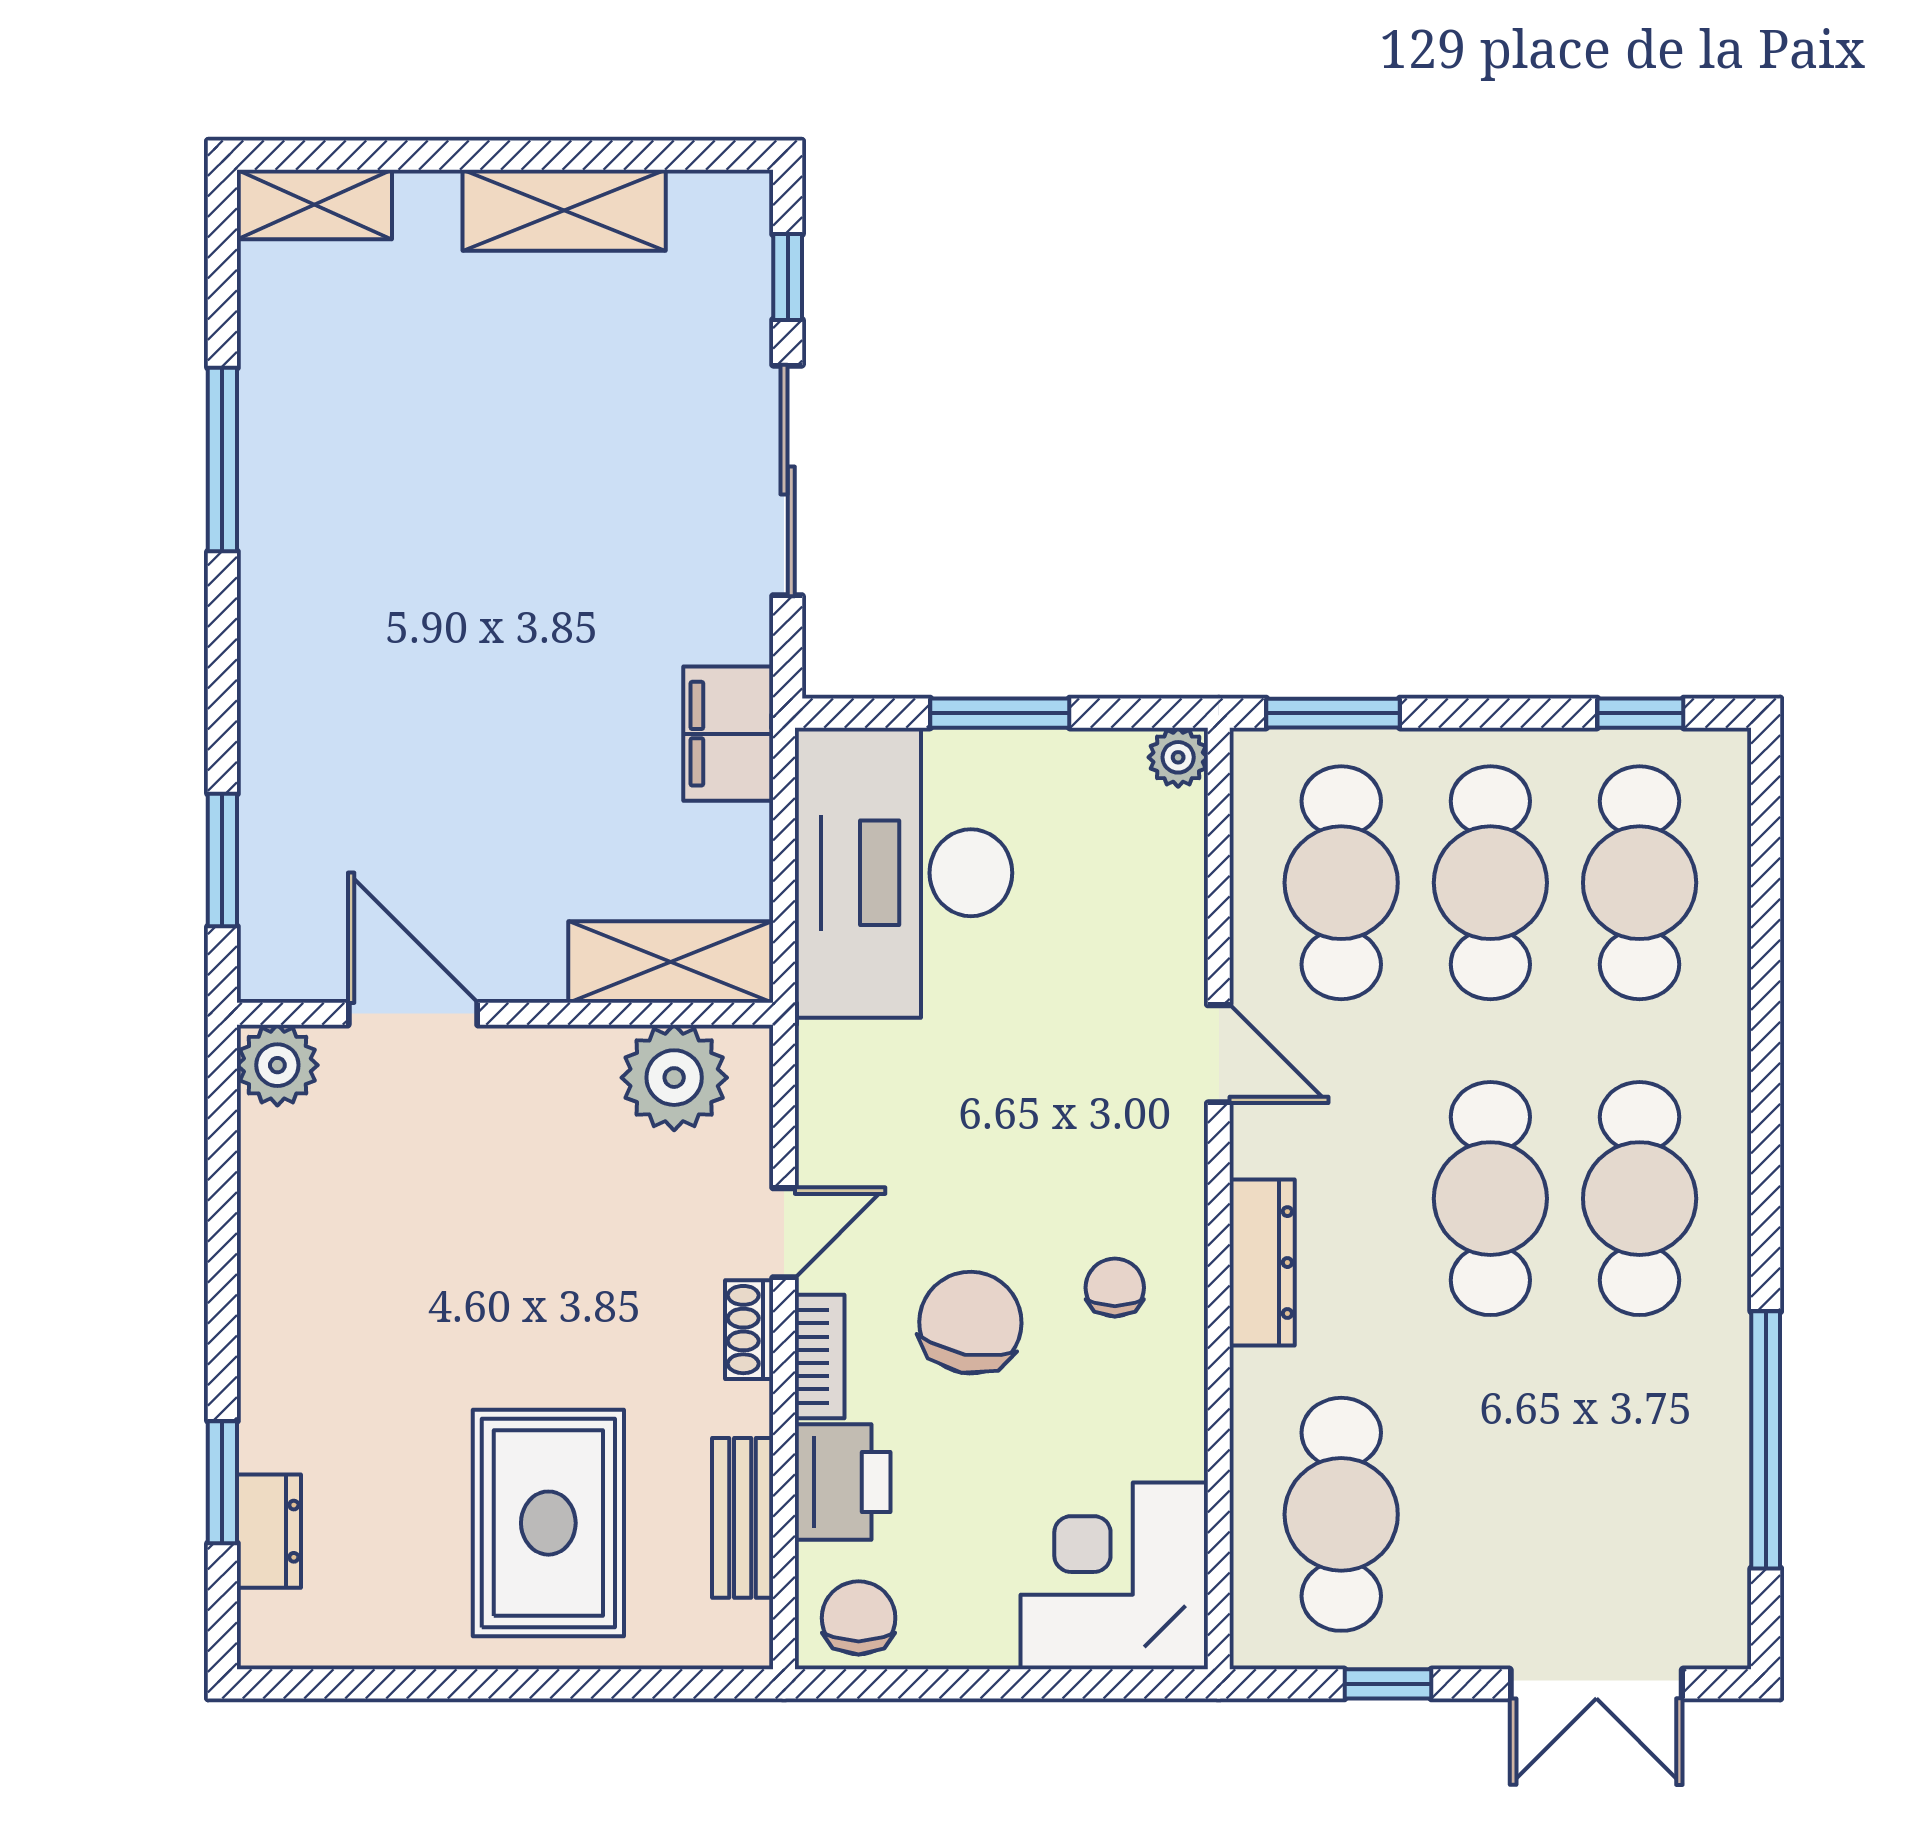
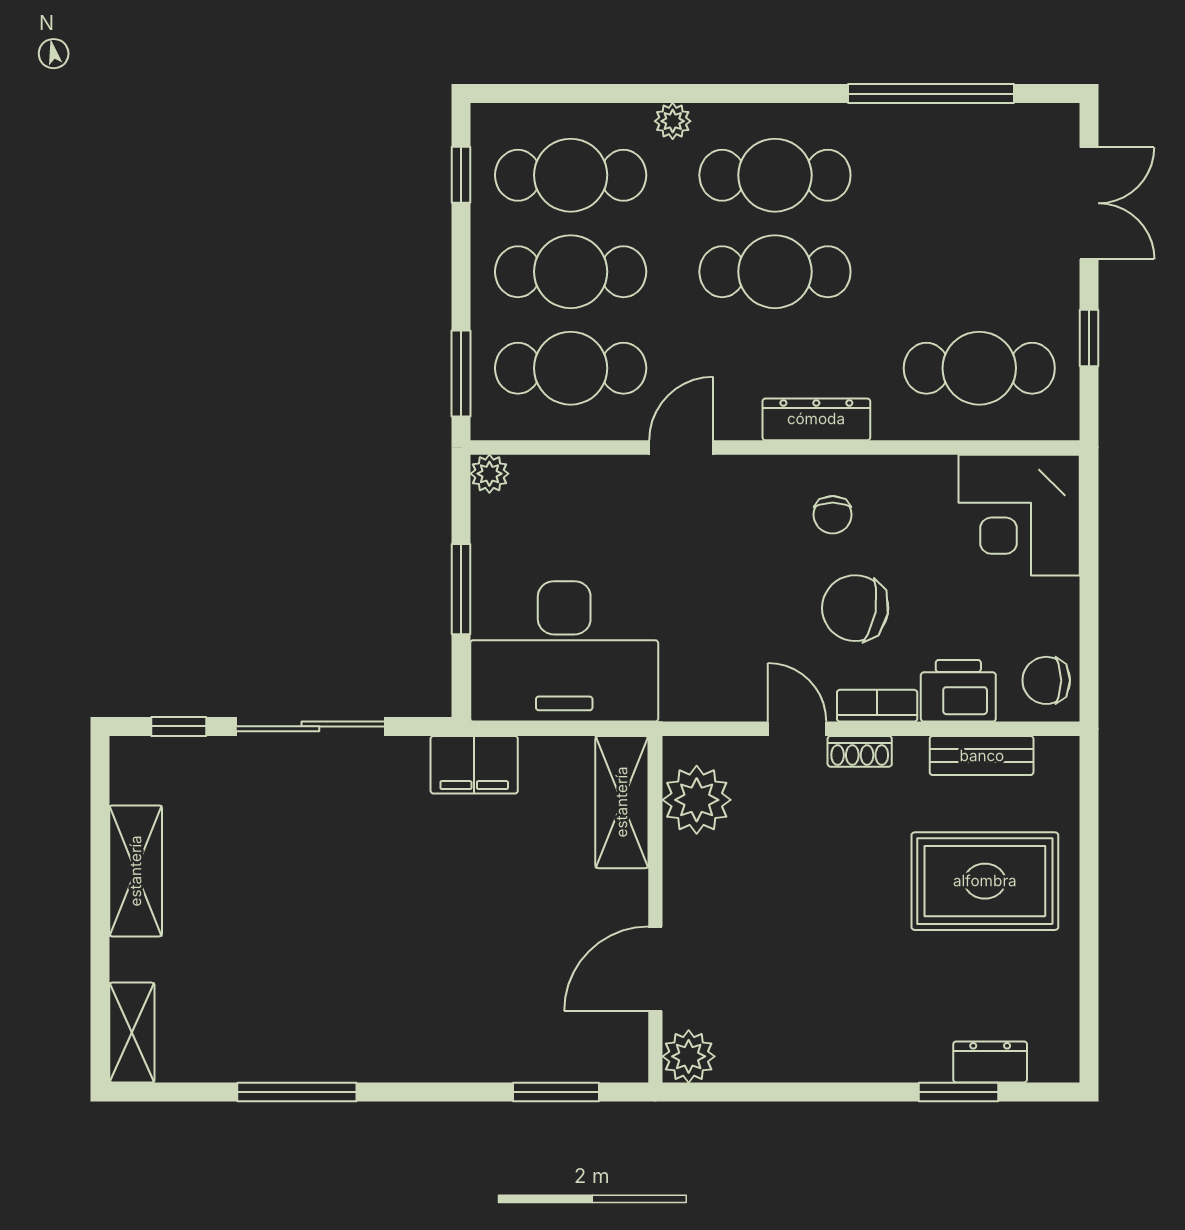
plant: (1723, 1040) -> (673, 121), added
chair: (1115, 1288) -> (833, 515), turned -90

